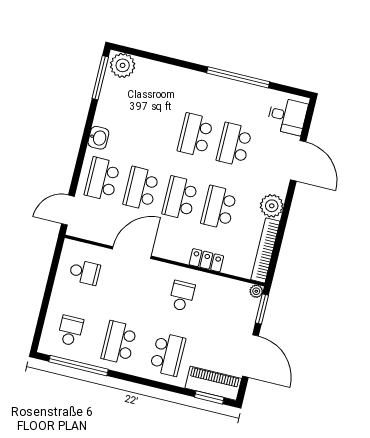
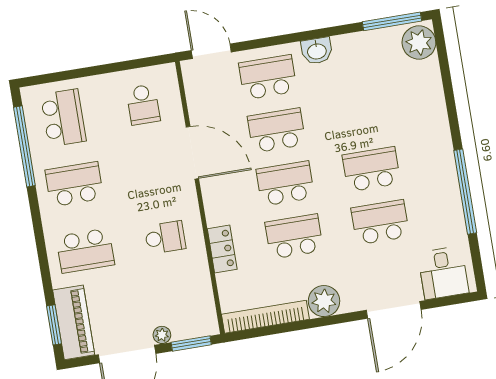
plant: (256, 291) -> (162, 335), moved
school desk: (70, 331) -> (63, 118), width x1.85

